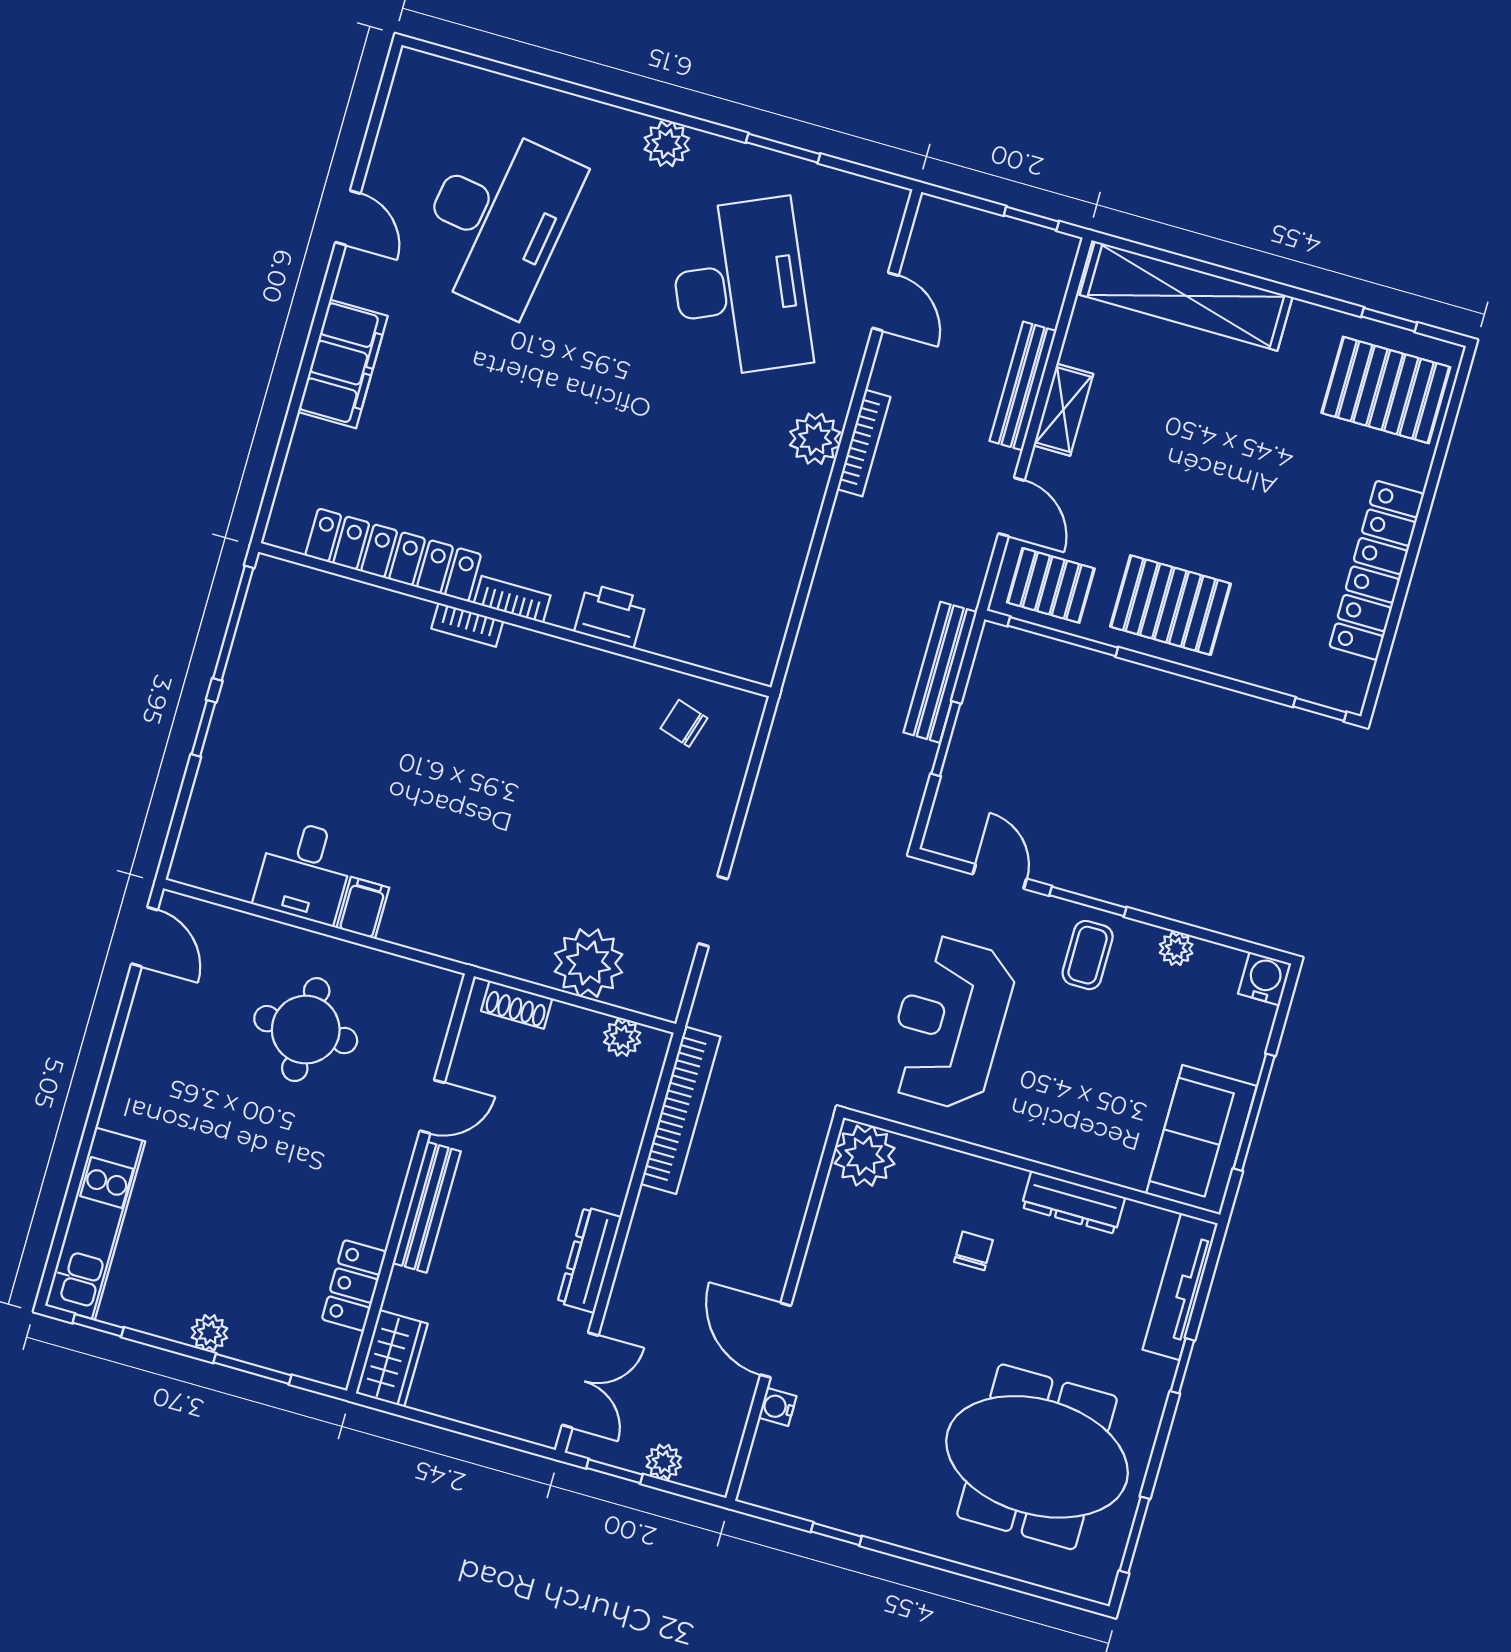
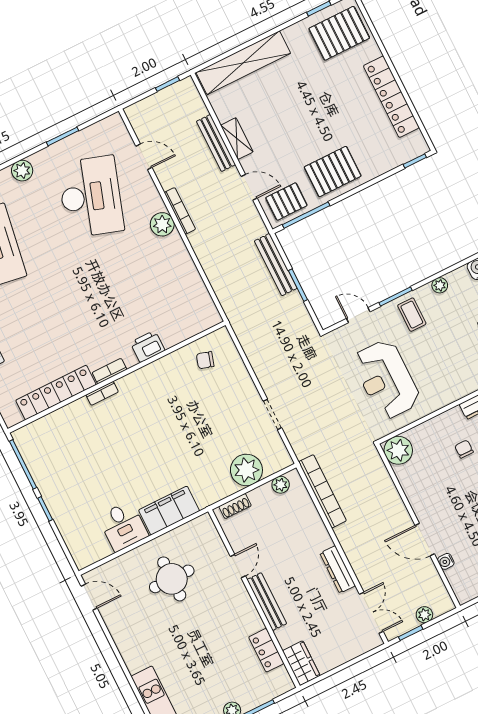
desk: (740, 288) -> (91, 197), turned 42
filing cabinet: (363, 908) -> (169, 510), width x3.00, depth x1.17

